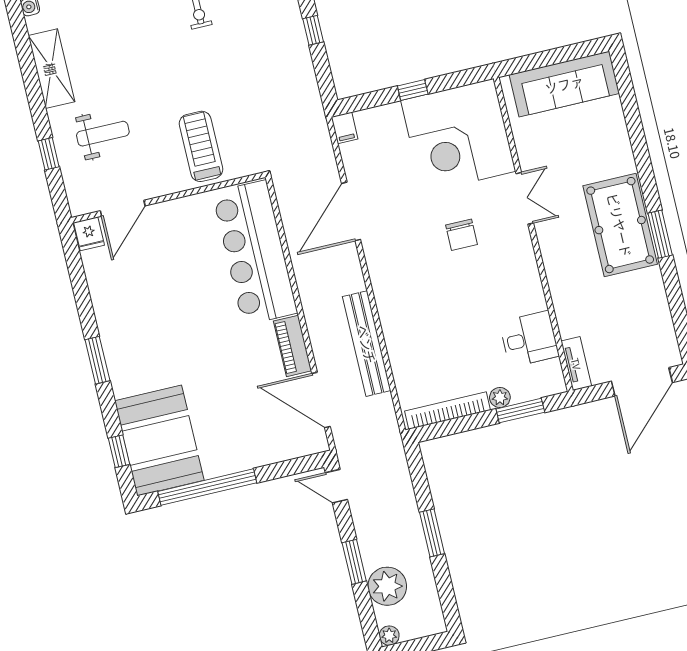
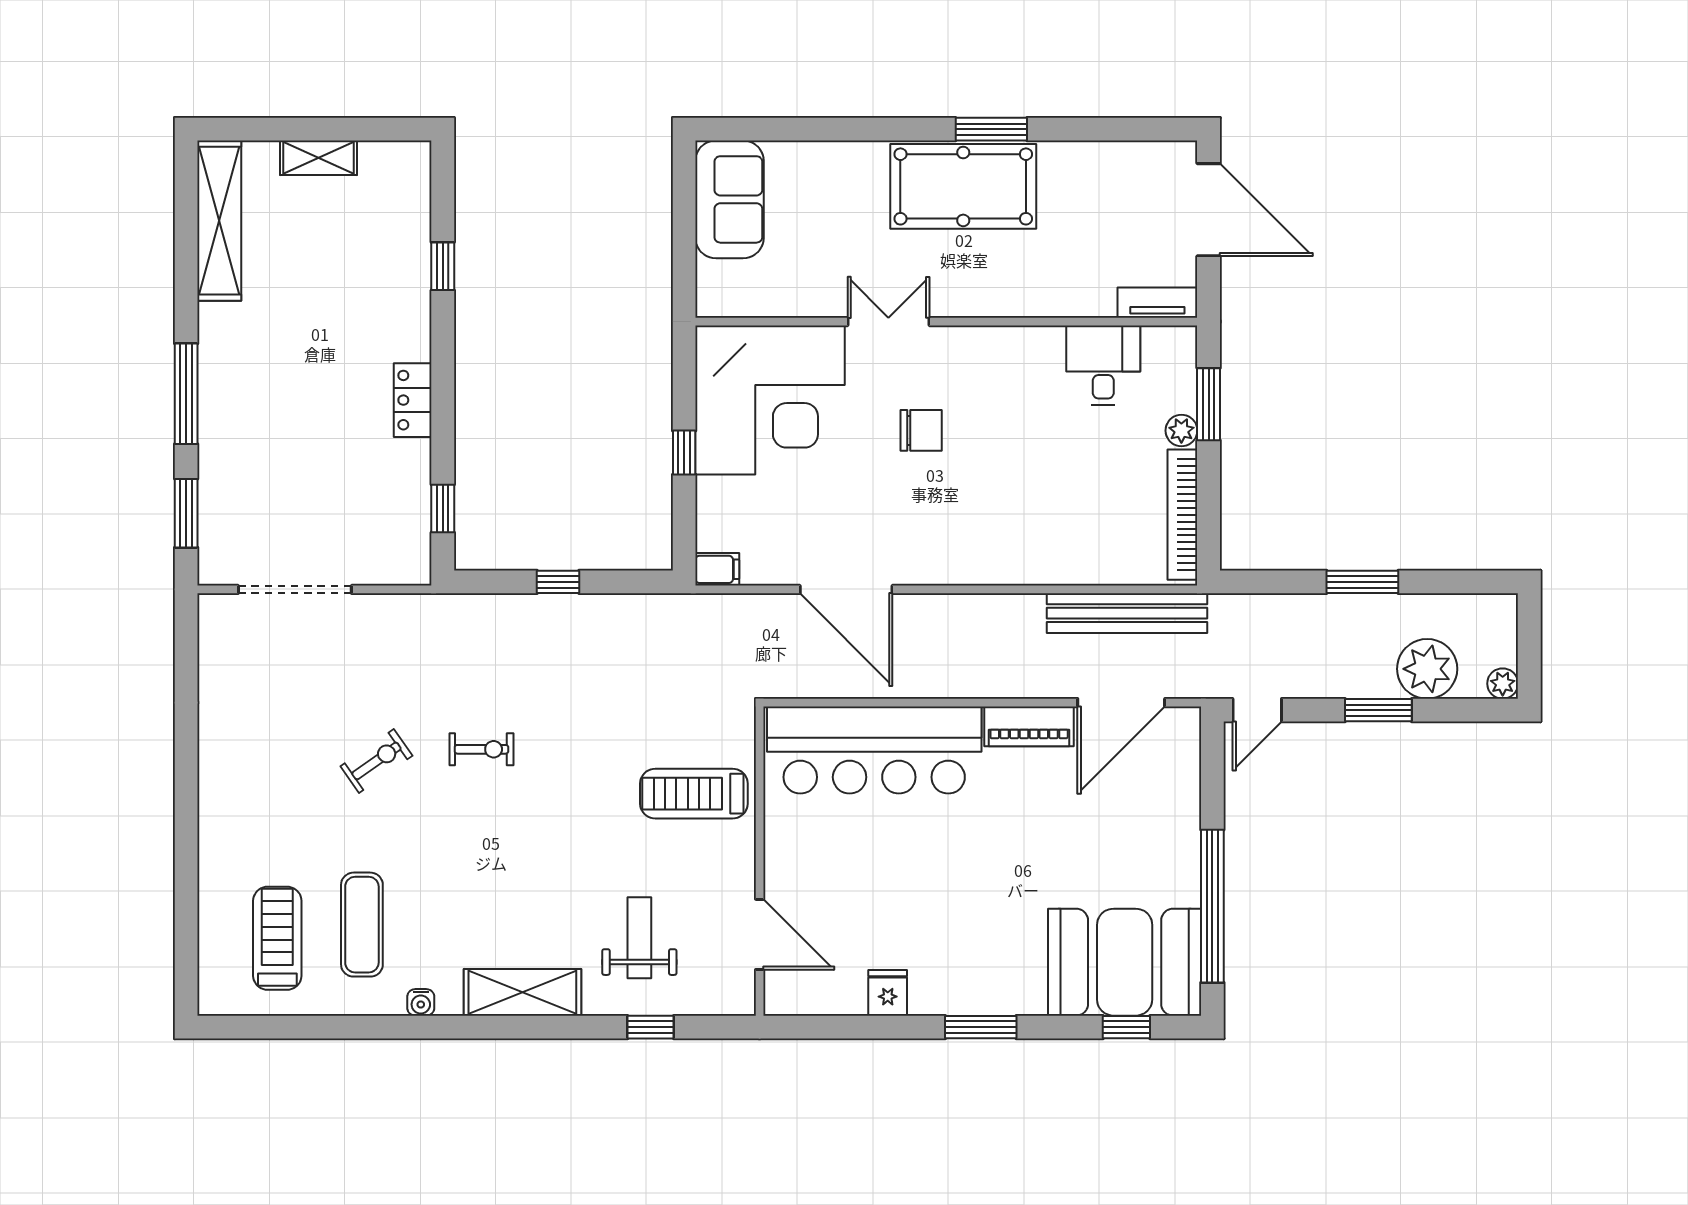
sofa: (564, 84) -> (730, 199), width x0.73
fridge: (89, 234) -> (888, 993), moved, turned -90
bench: (367, 344) -> (1127, 613), moved

